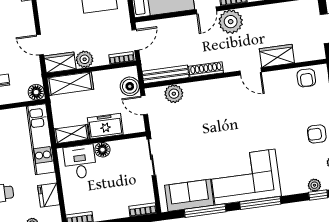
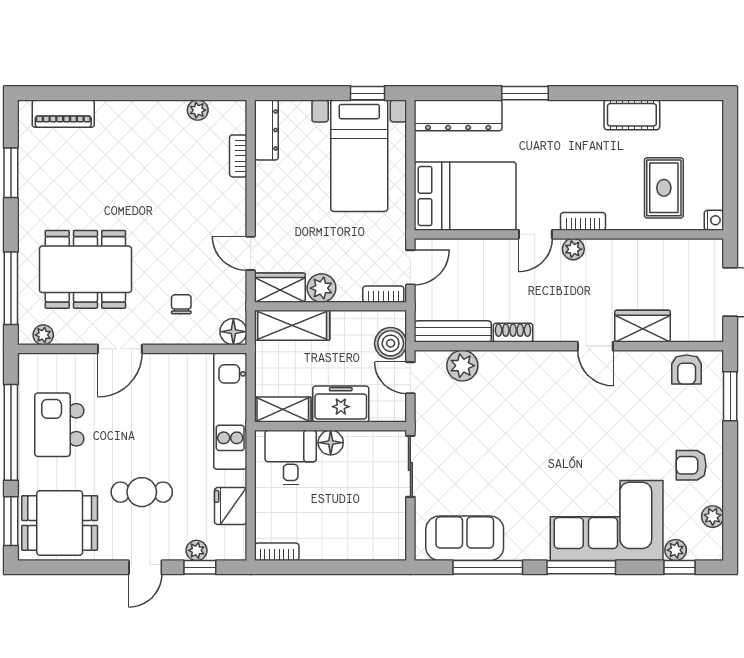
plant: (231, 22) -> (573, 249), width x0.53, depth x0.53
shoe rack: (206, 69) -> (513, 333), width x0.70
corner sofa: (245, 177) -> (607, 521), moved
bookcase: (143, 210) -> (384, 552), removed

